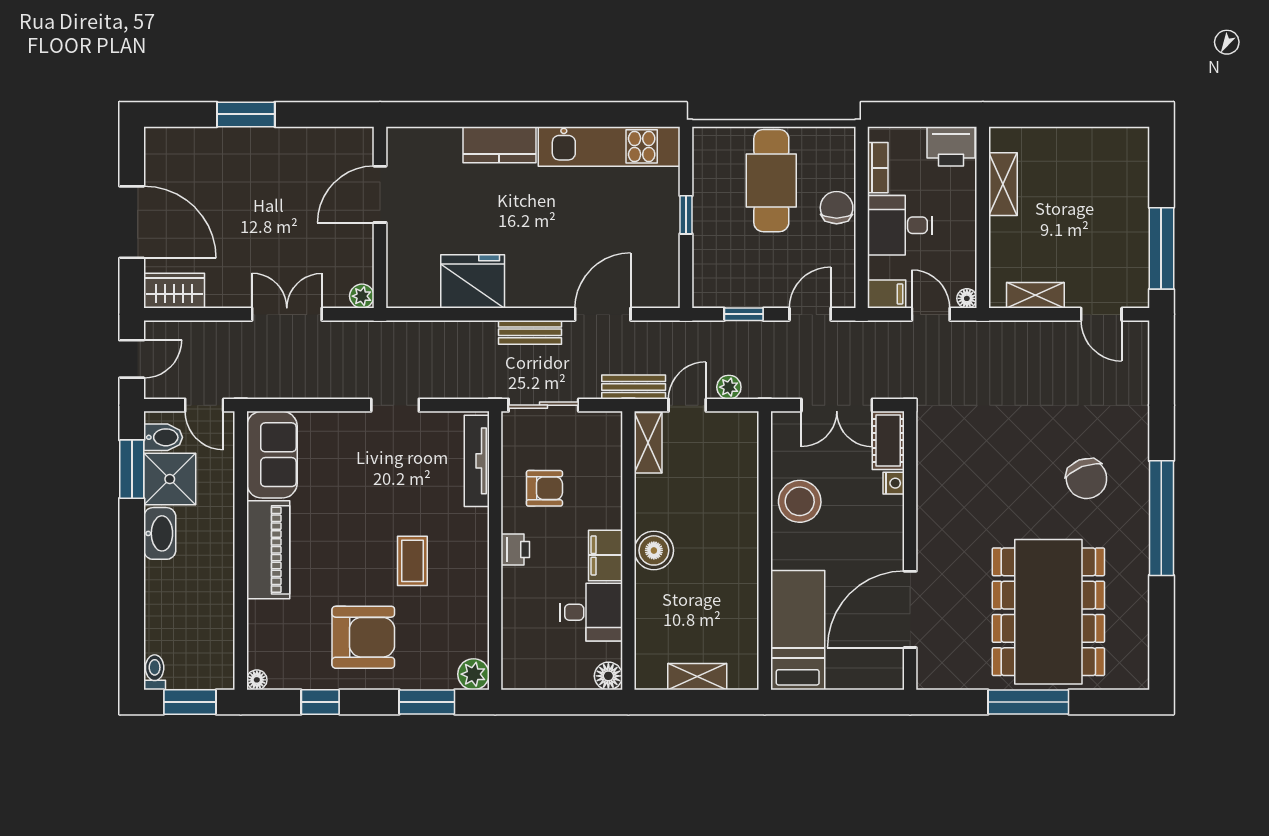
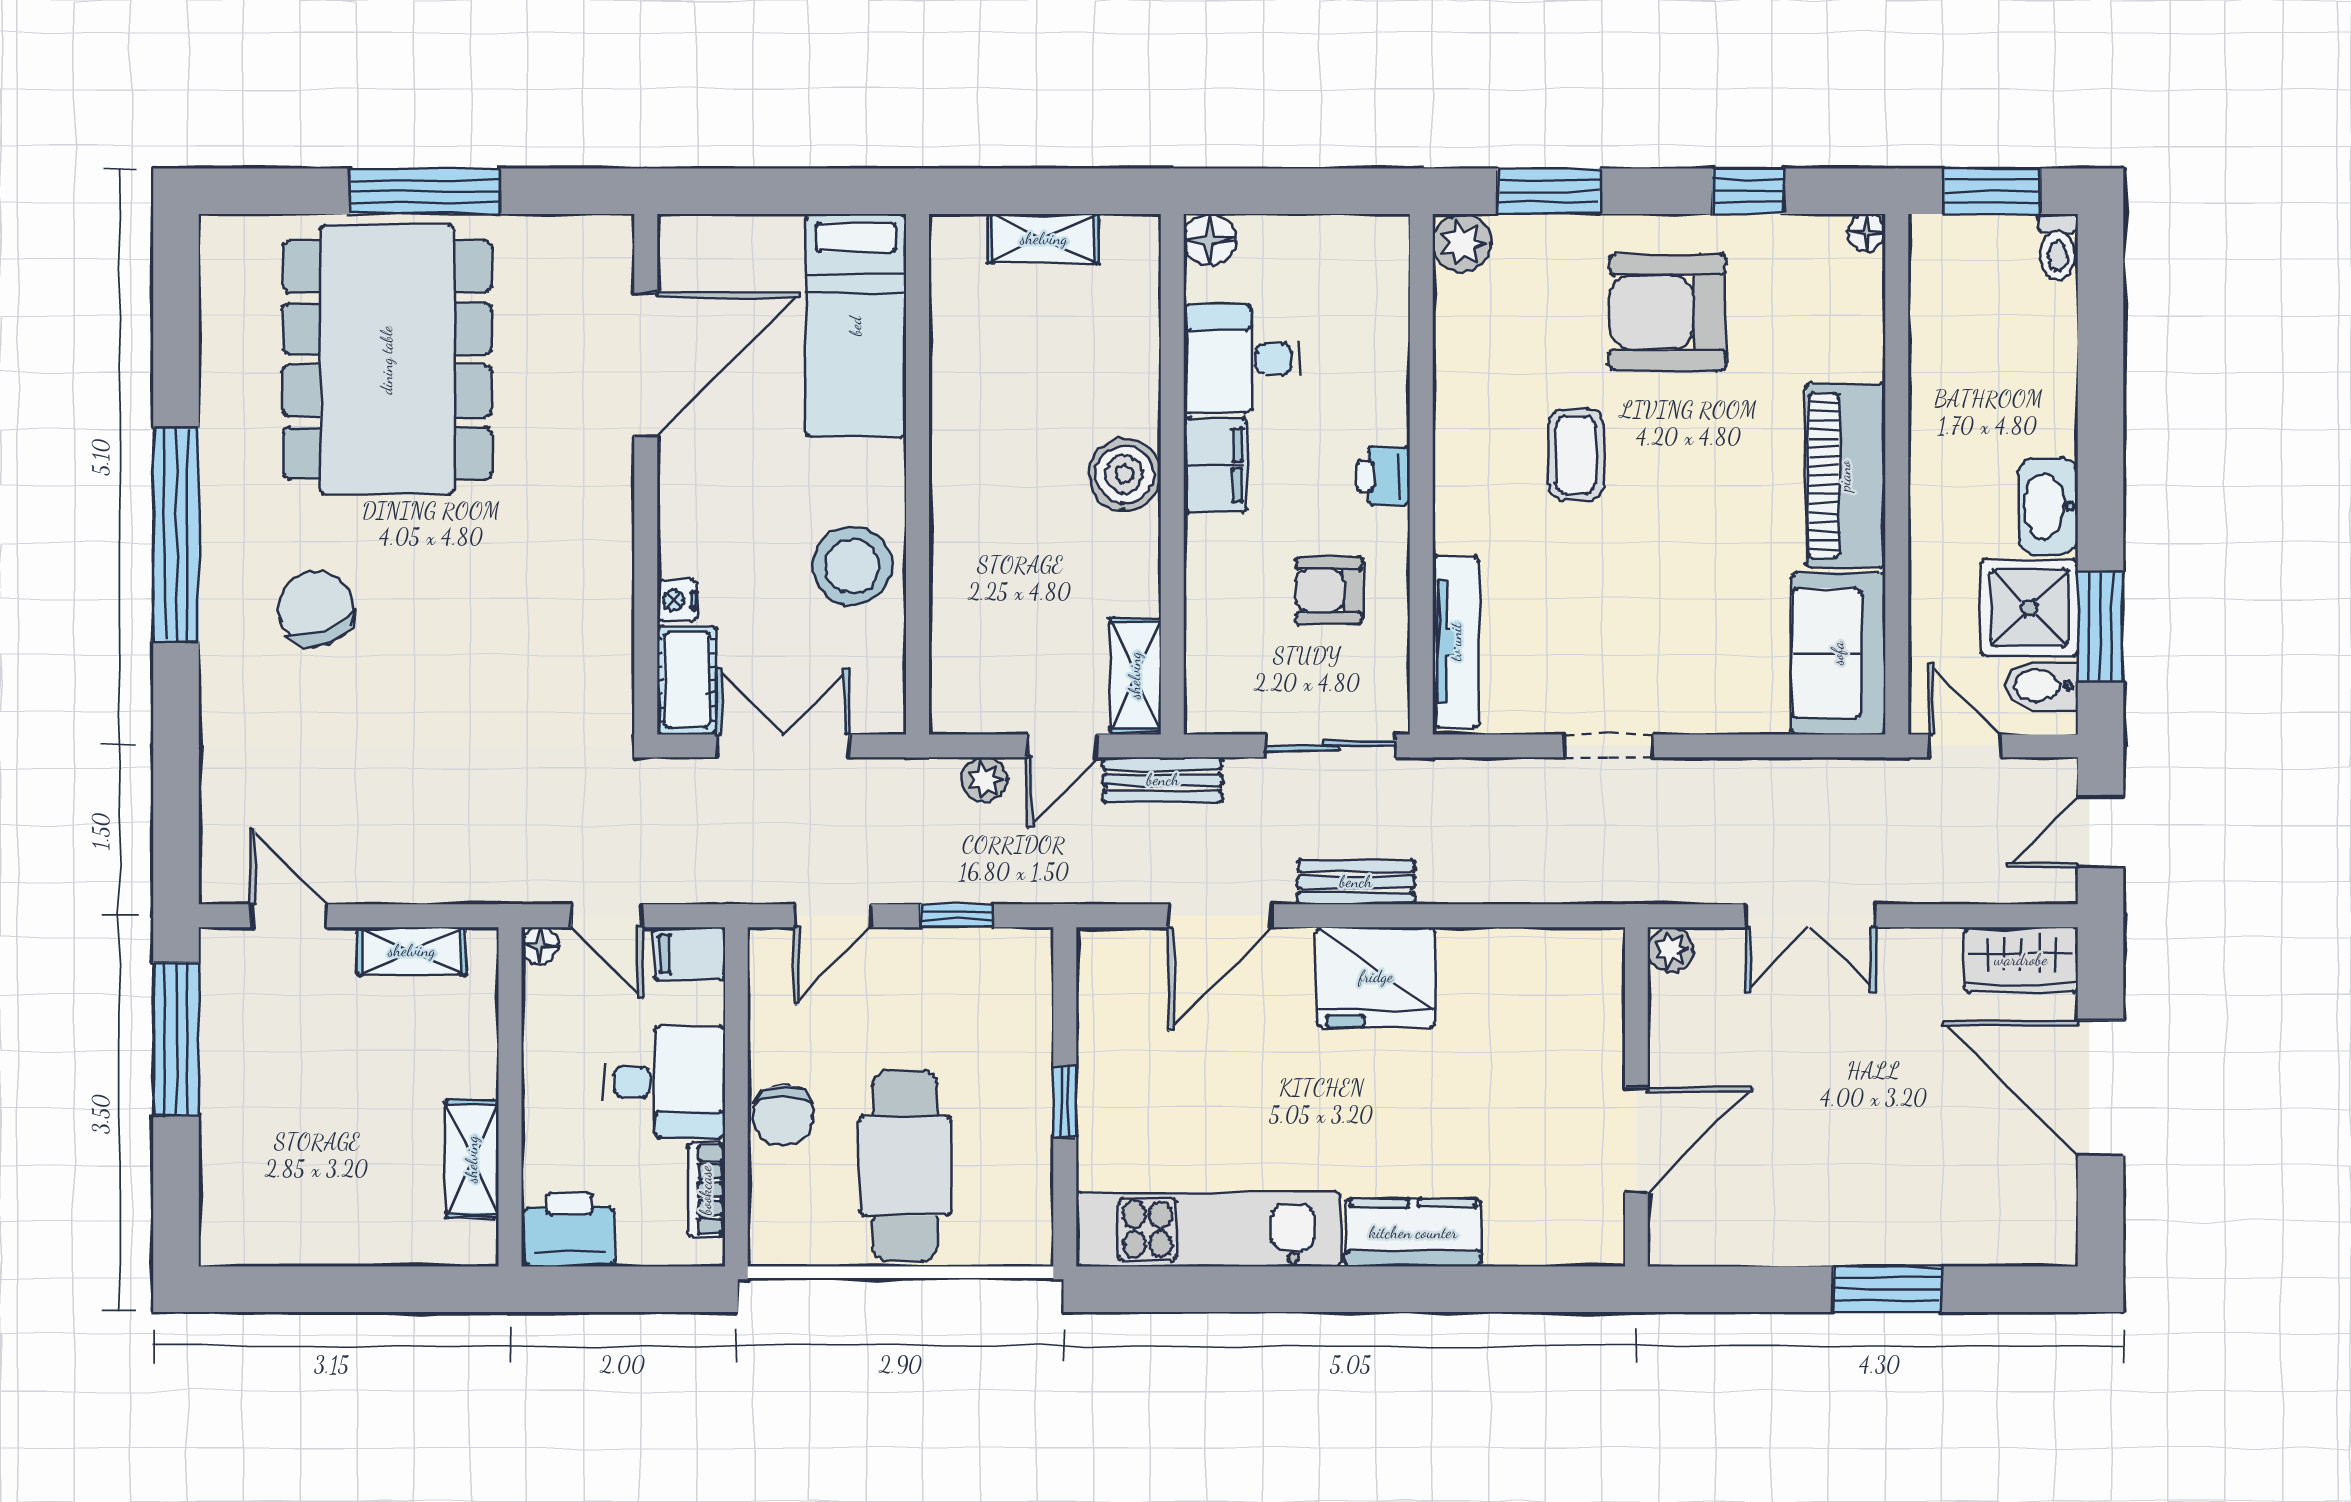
fridge: (473, 281) -> (1376, 977), moved

